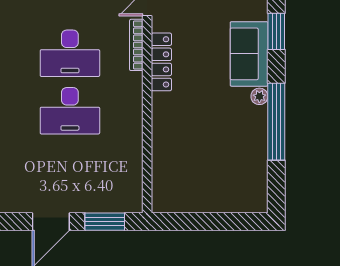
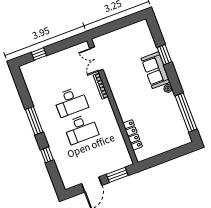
locker: (161, 62) -> (133, 135), moved
window: (276, 122) -> (186, 112), moved

